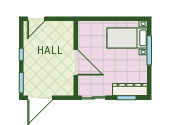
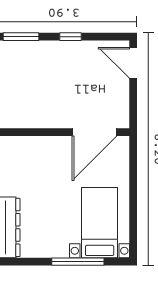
door: (76, 62) -> (94, 132), moved

